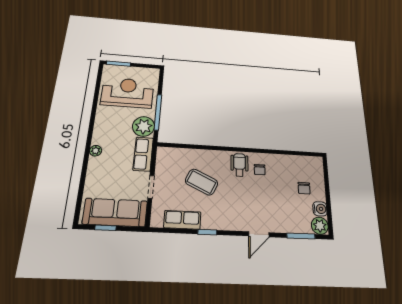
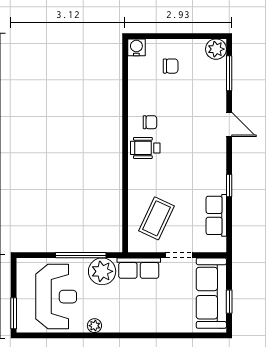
reception desk: (127, 93) -> (56, 297), turned 180
plant: (96, 151) -> (94, 326), moved
coffee table: (202, 182) -> (156, 218), moved
water cooler: (320, 209) -> (136, 47), moved

